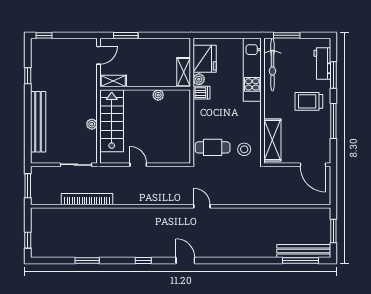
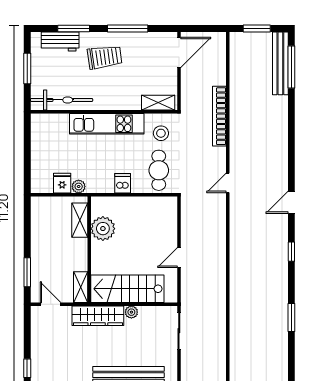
window: (287, 35) -> (27, 68), moved
fridge: (205, 59) -> (62, 183), width x0.53, depth x0.75
kitchen unit: (252, 70) -> (107, 124), moved
shelving: (184, 72) -> (80, 220), moved, turned 90
dishwasher: (202, 93) -> (123, 183), moved
plant: (158, 95) -> (103, 229), width x1.88, depth x1.88
wardrobe: (89, 96) -> (98, 316), added
trolley: (309, 101) -> (105, 57), turned -98
shelving: (272, 140) -> (158, 103), width x0.67, depth x0.75
bookcase: (87, 199) -> (219, 116), moved

